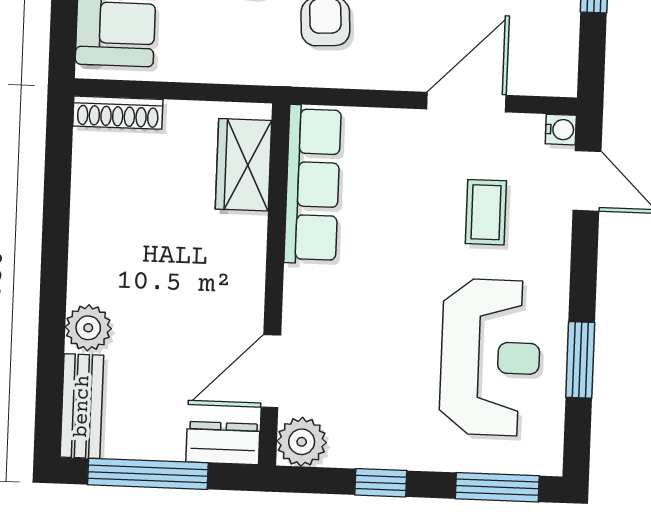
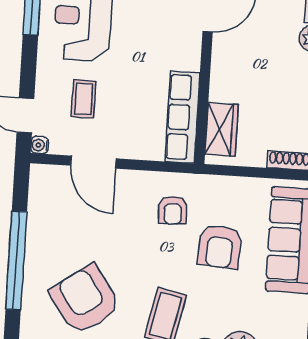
door: (466, 102) -> (93, 162), hinge flipped

